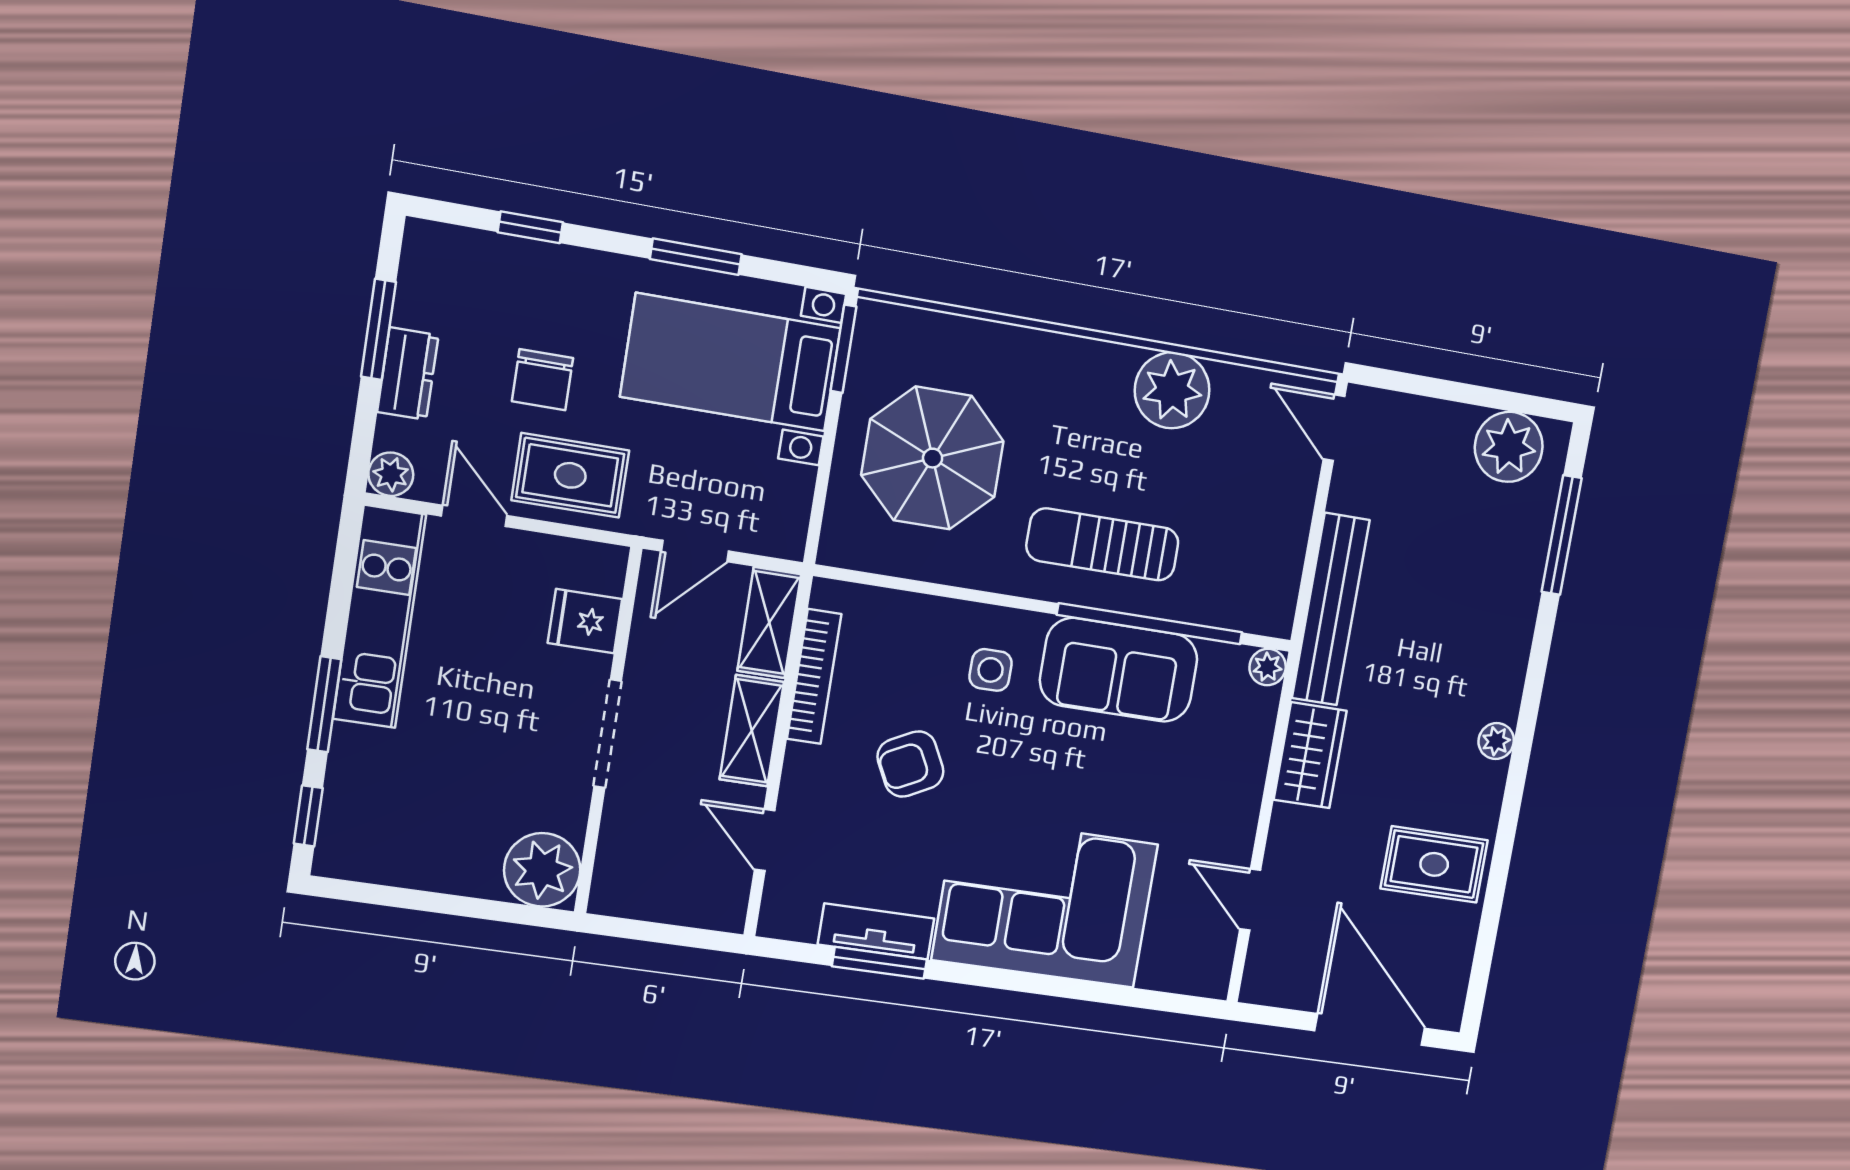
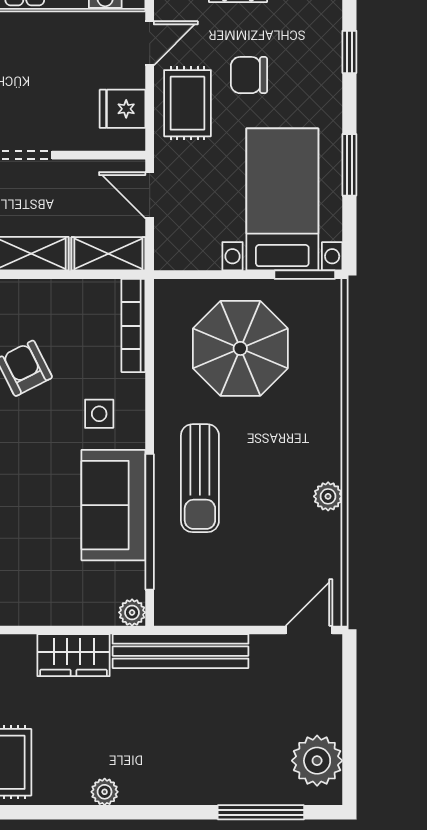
plant: (1172, 390) -> (328, 496), width x0.53, depth x0.53
sun lounger: (1103, 544) -> (200, 478), turned 180
fridge: (585, 621) -> (122, 109), moved, turned -90
bookcase: (814, 676) -> (133, 326), moved, turned 90

